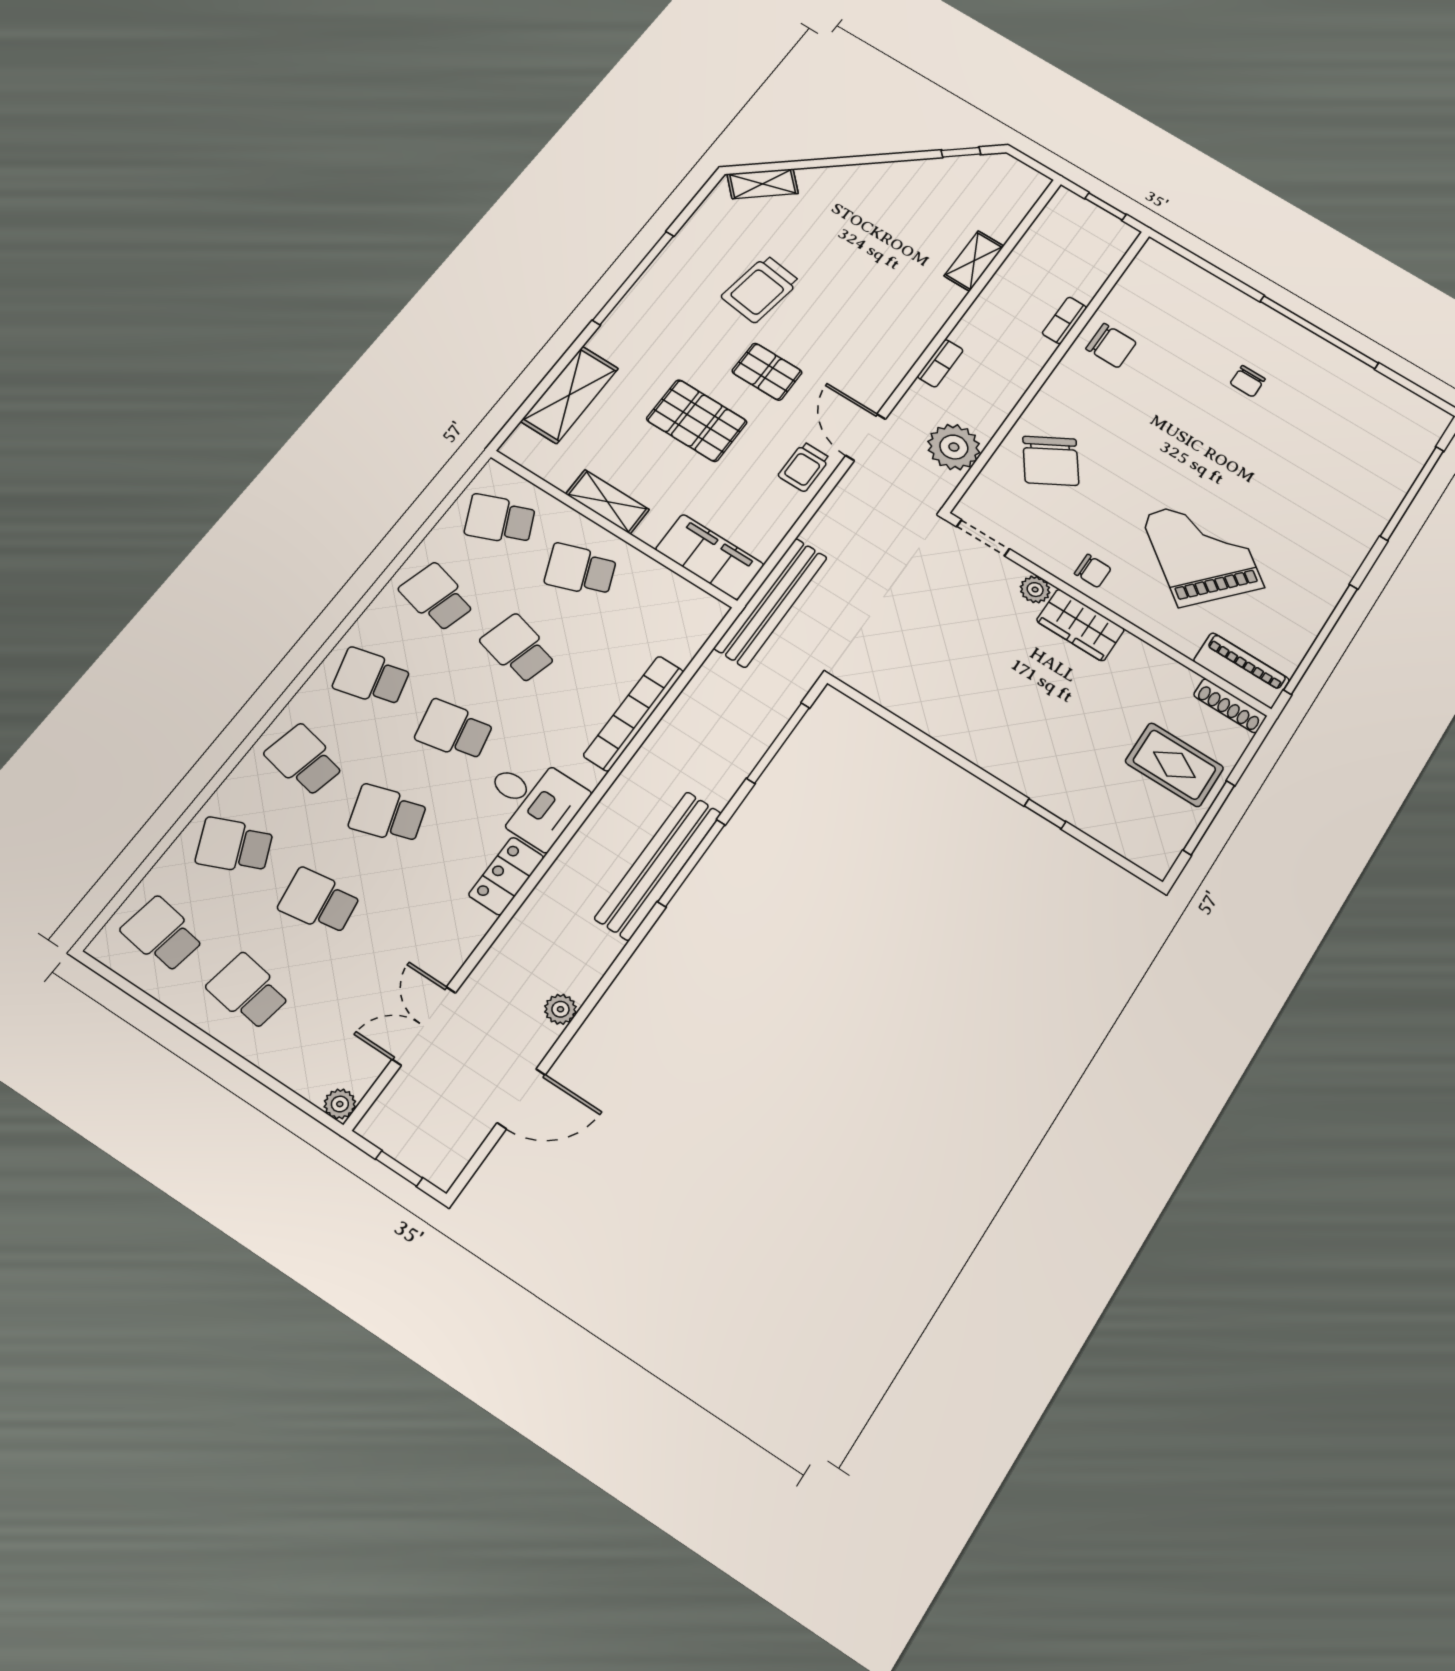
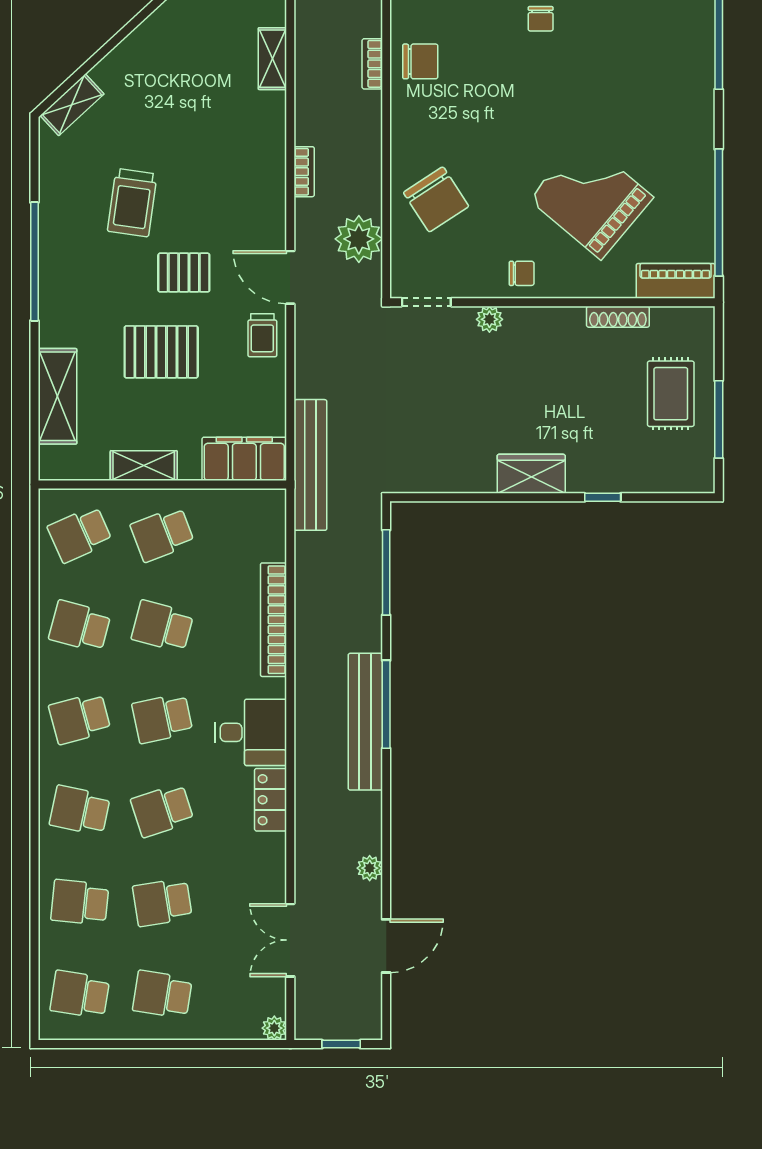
wardrobe: (1080, 625) -> (531, 474), moved, turned 180
shoe rack: (1230, 706) -> (618, 317), moved
rug: (1174, 765) -> (671, 394), turned 90
school desk: (234, 846) -> (80, 902), turned 30

